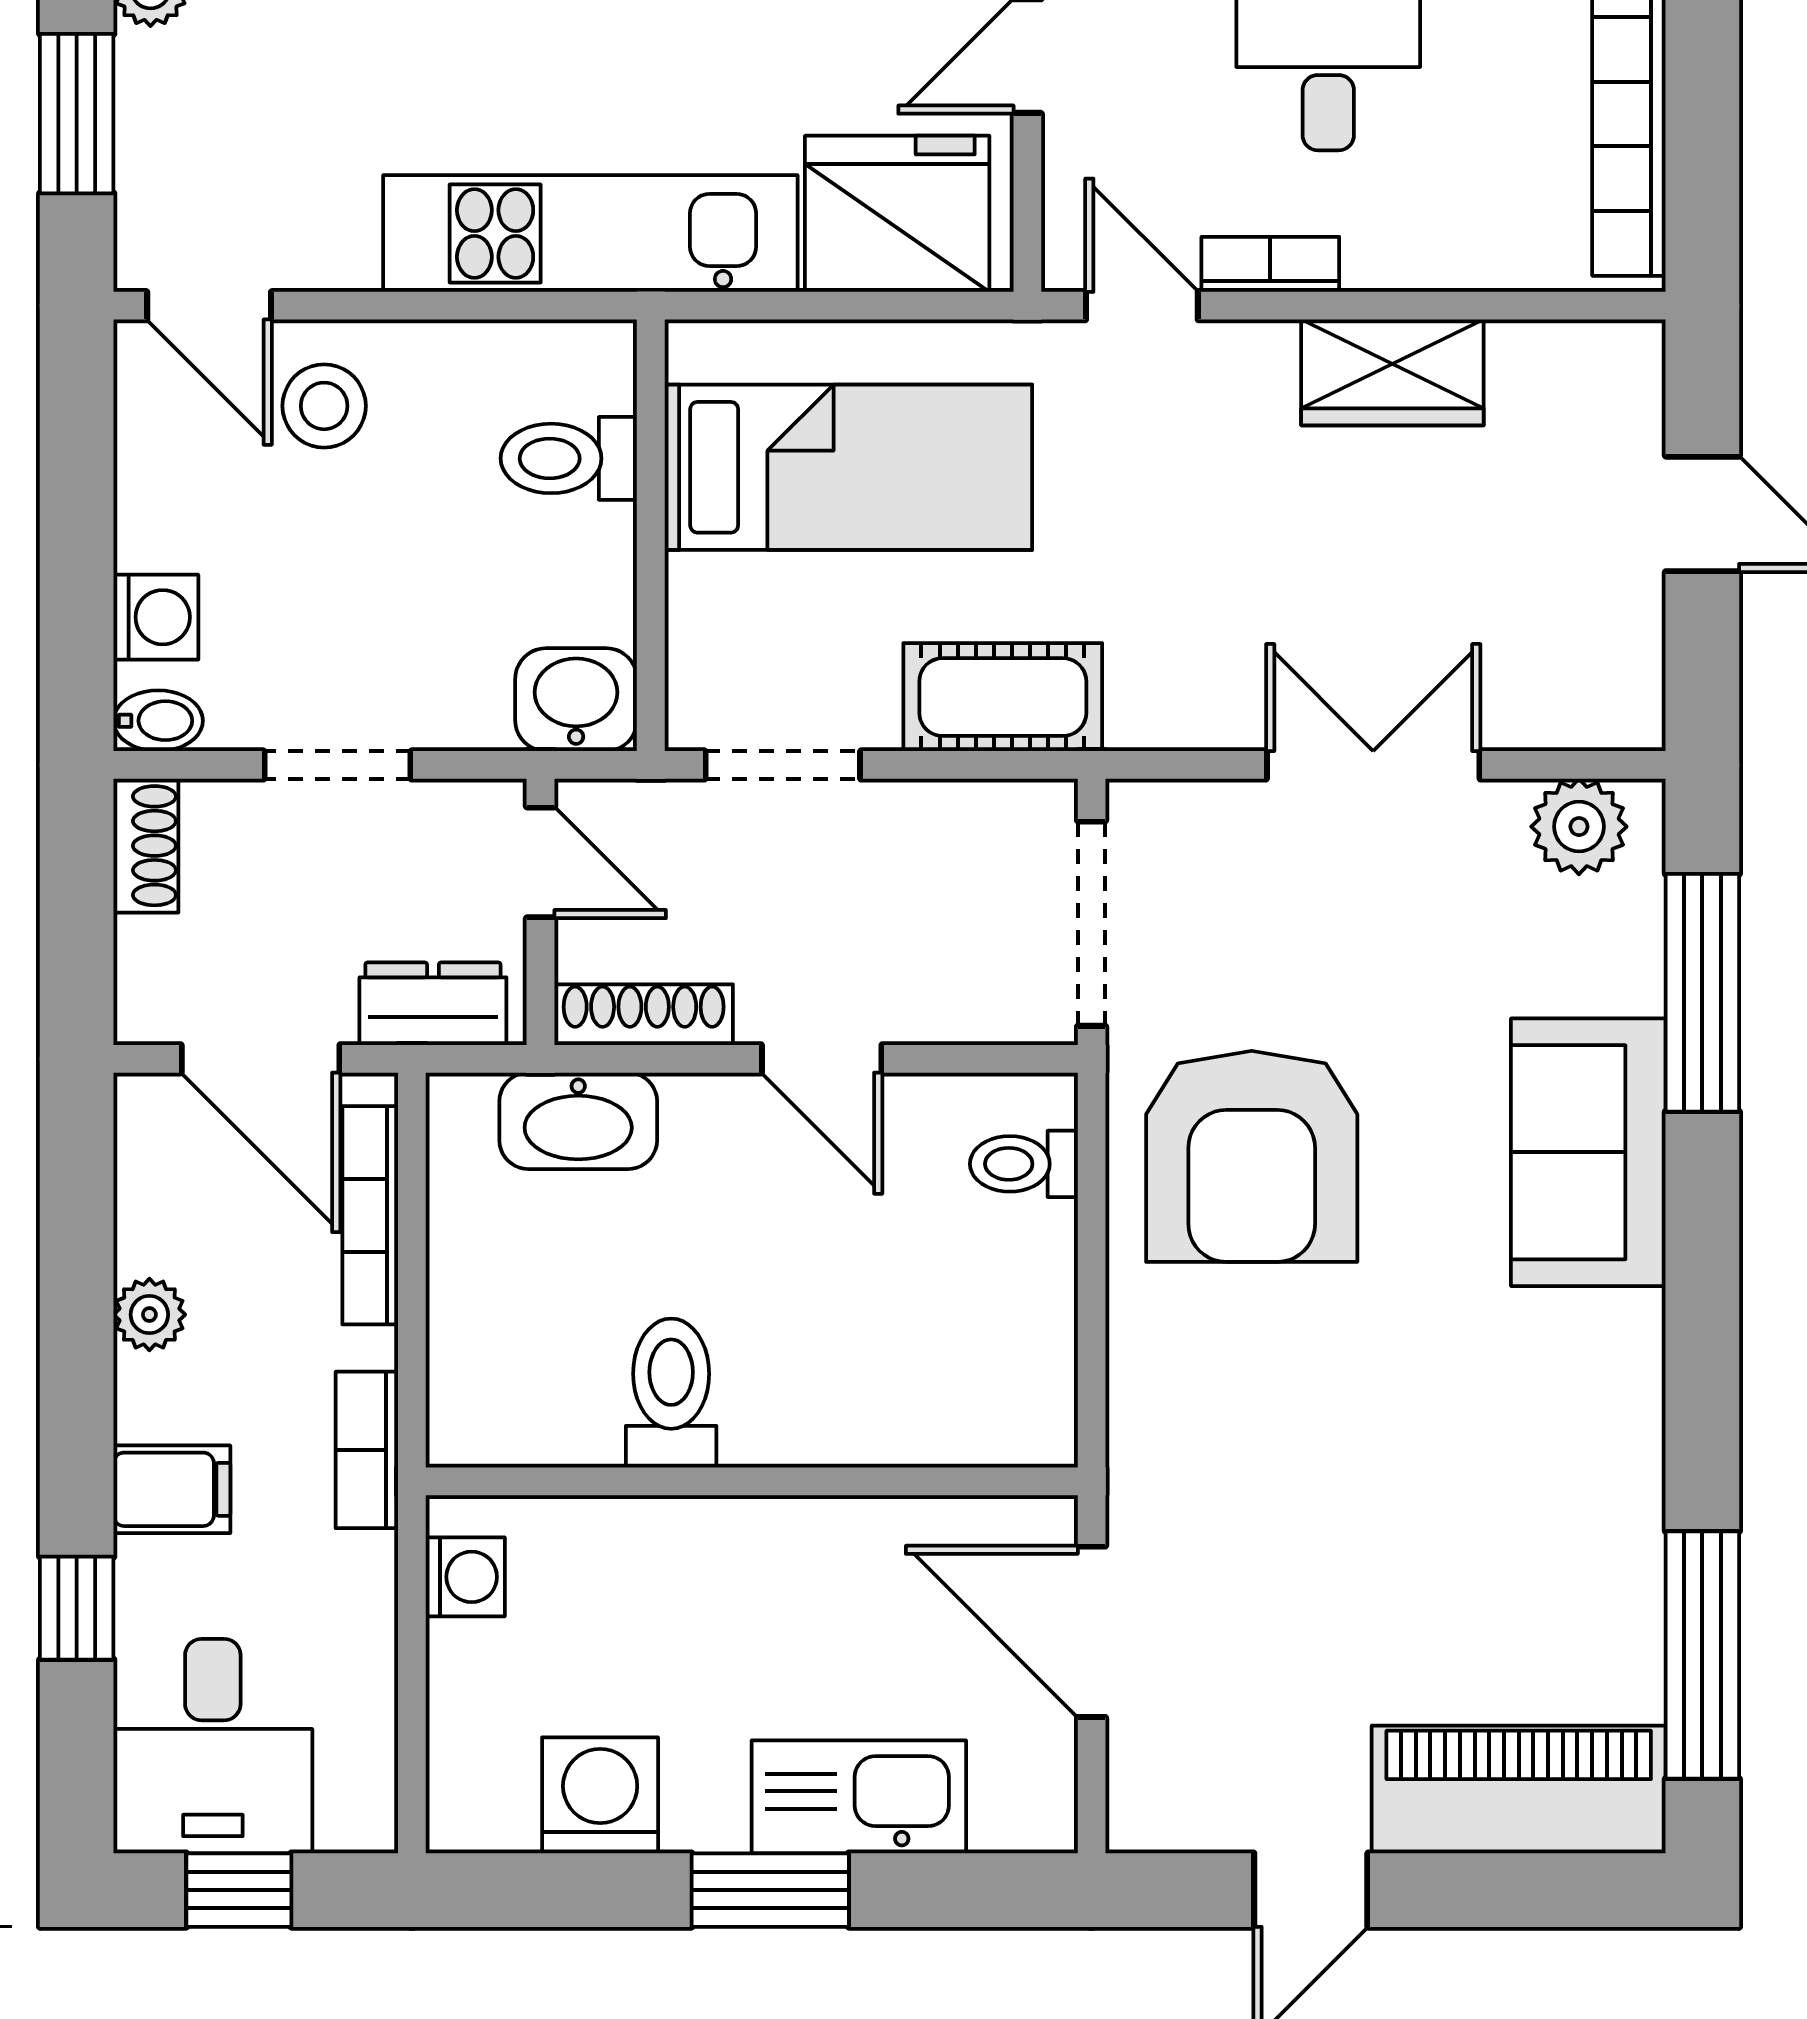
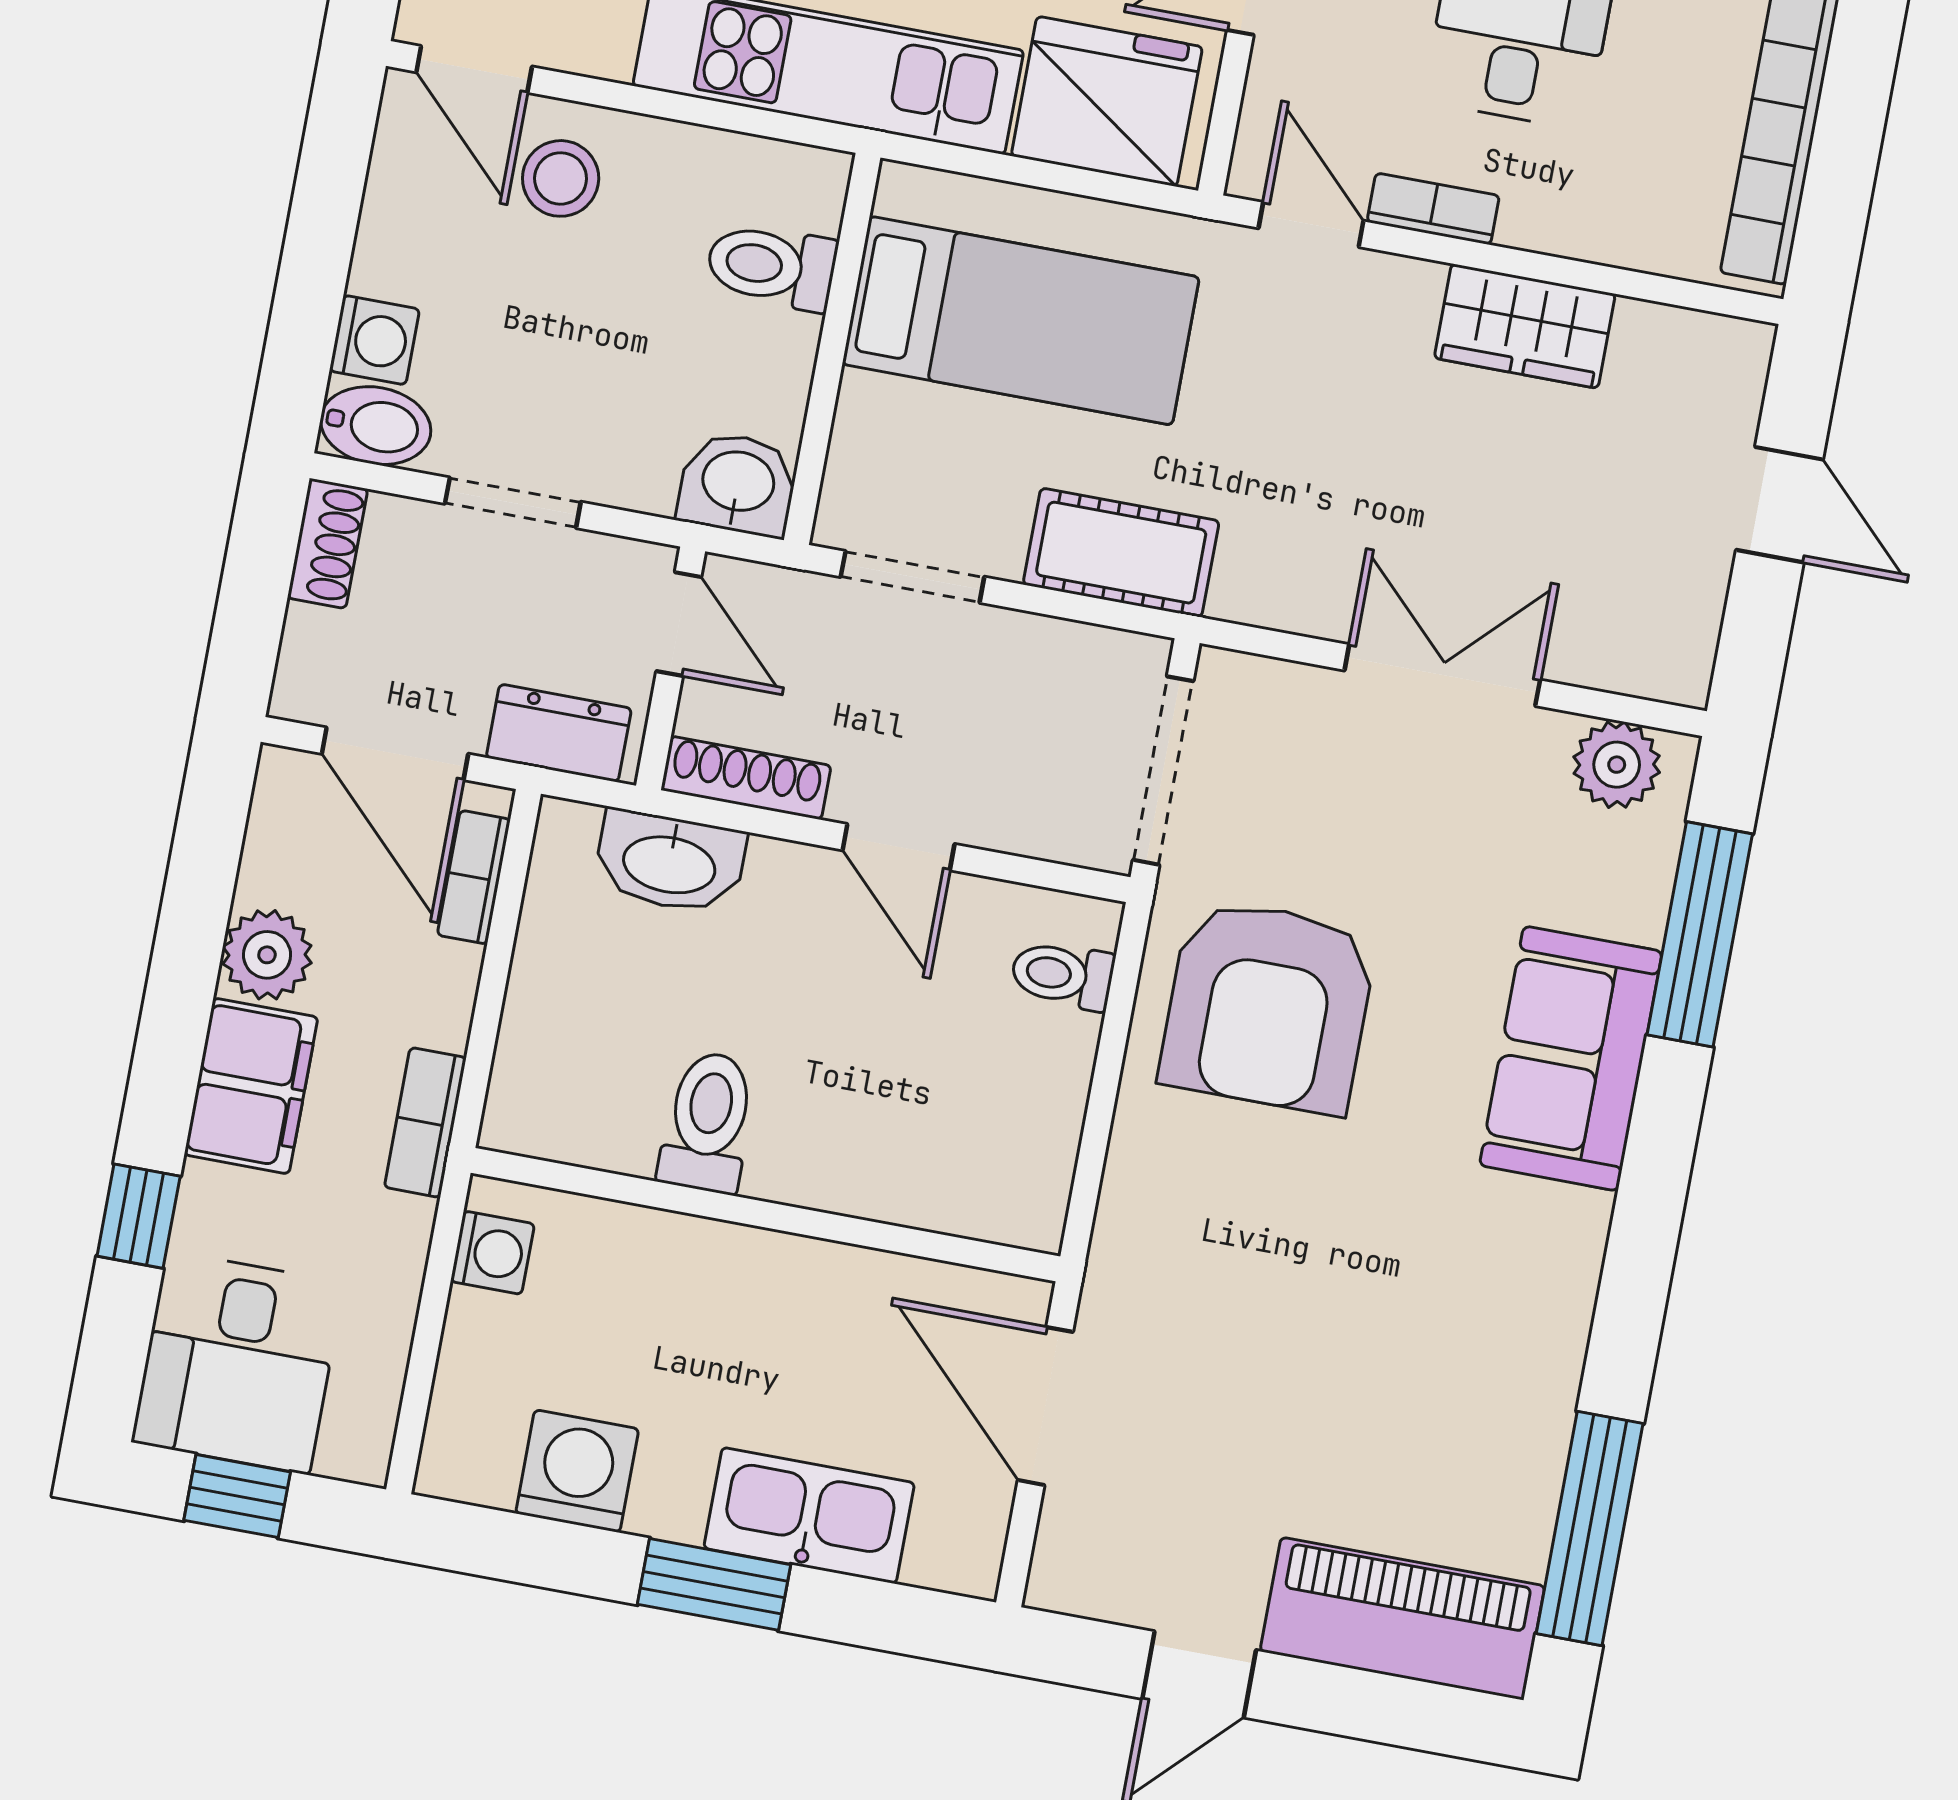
bidet: (158, 721) -> (376, 426), width x1.38, depth x1.36
bookcase: (370, 1215) -> (474, 877), width x0.64
plant: (149, 1315) -> (267, 955), width x1.38, depth x1.38
filing cabinet: (172, 1489) -> (251, 1086), width x2.00

